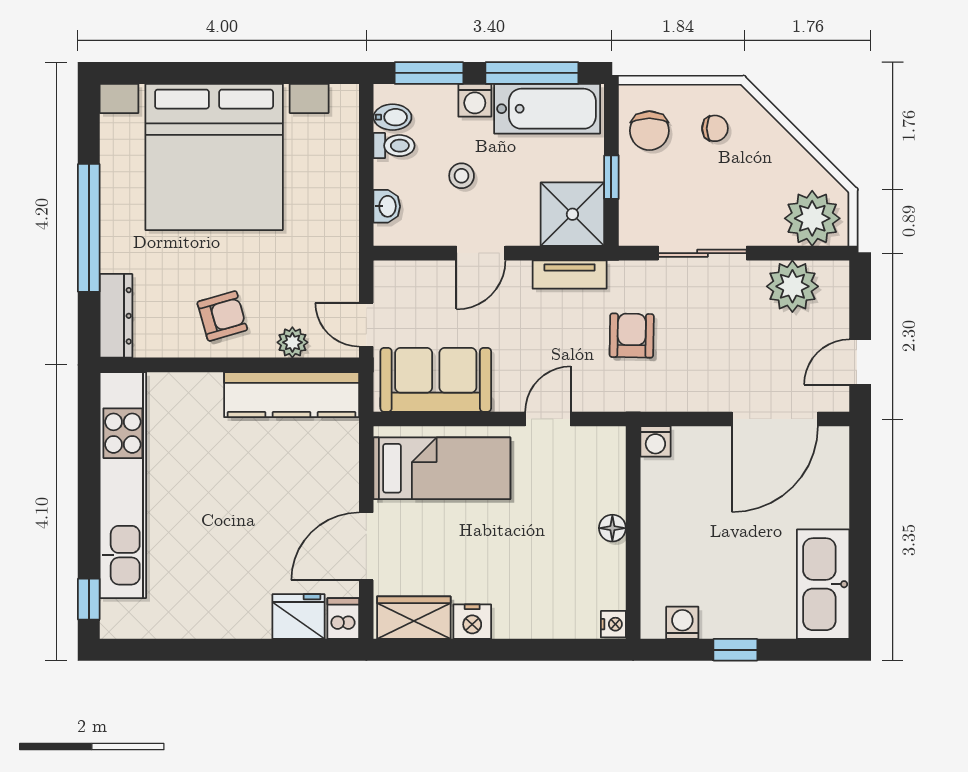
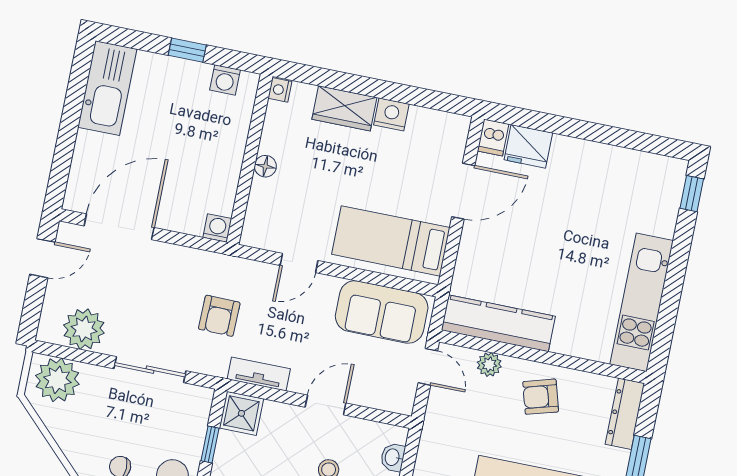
shower: (572, 214) -> (241, 413), width x0.73, depth x0.73
kitchen unit: (123, 485) -> (642, 302), width x0.73
wardrobe: (414, 618) -> (344, 108), moved

